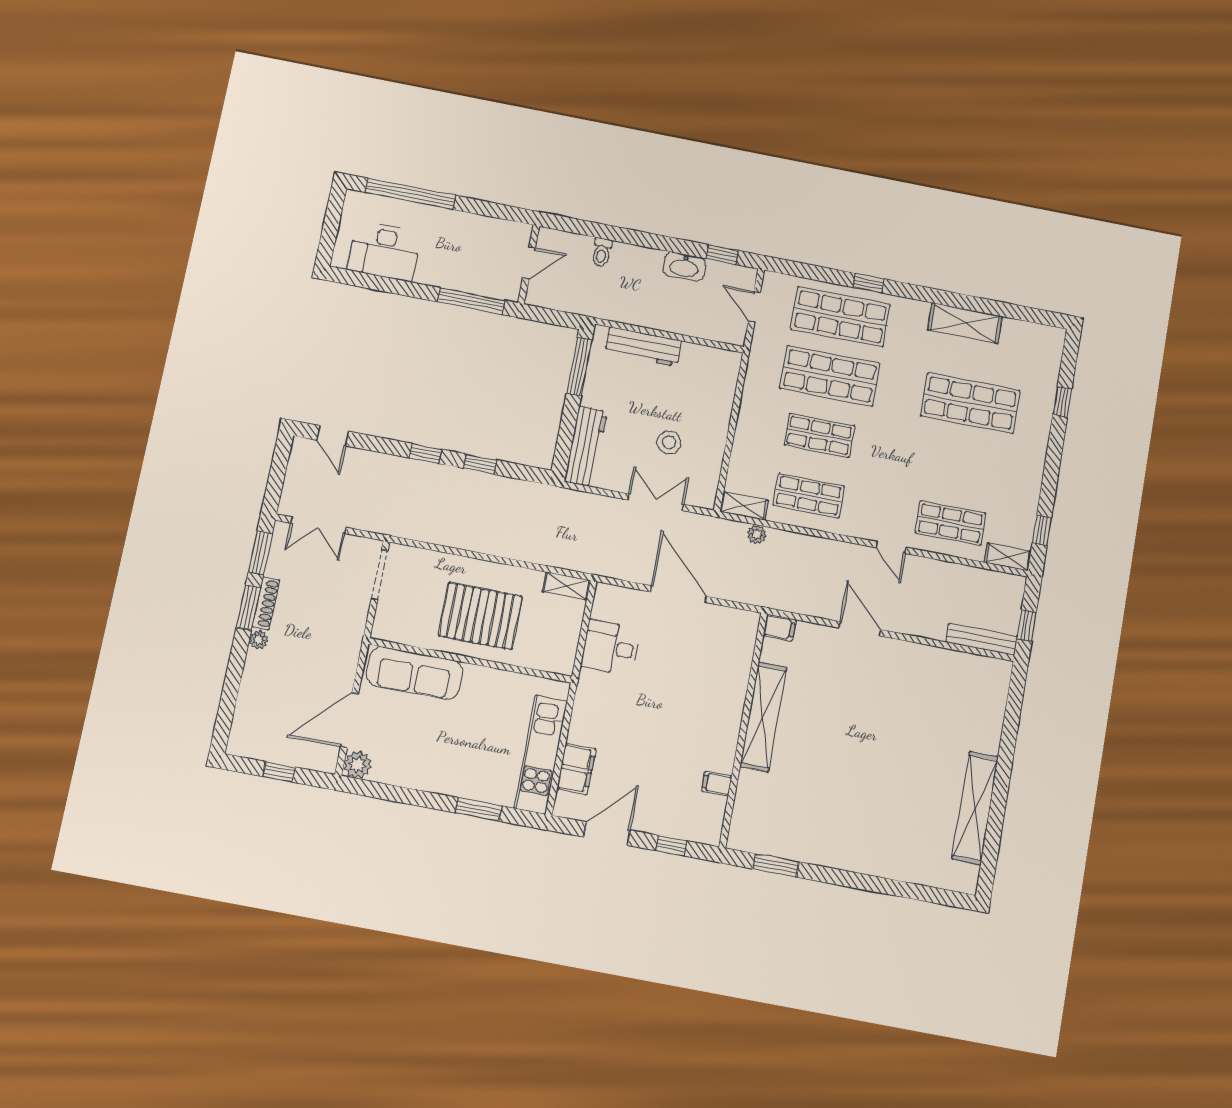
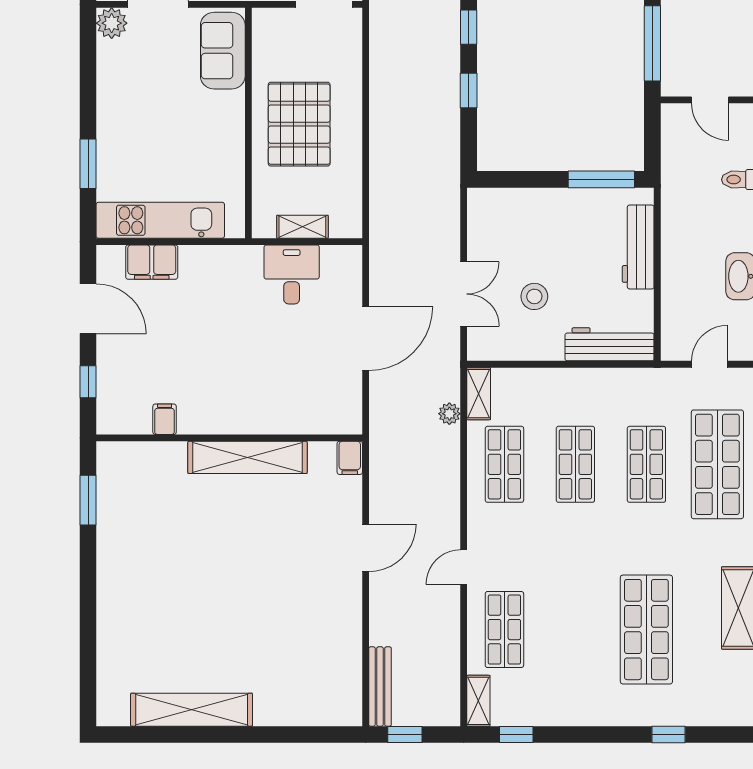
shop shelf: (830, 376) -> (646, 464), width x0.70, depth x0.74
workbench: (586, 446) -> (610, 344), moved, turned 180
shelving: (566, 586) -> (302, 227), moved, turned 90
sofa: (414, 673) -> (223, 51), width x0.73

